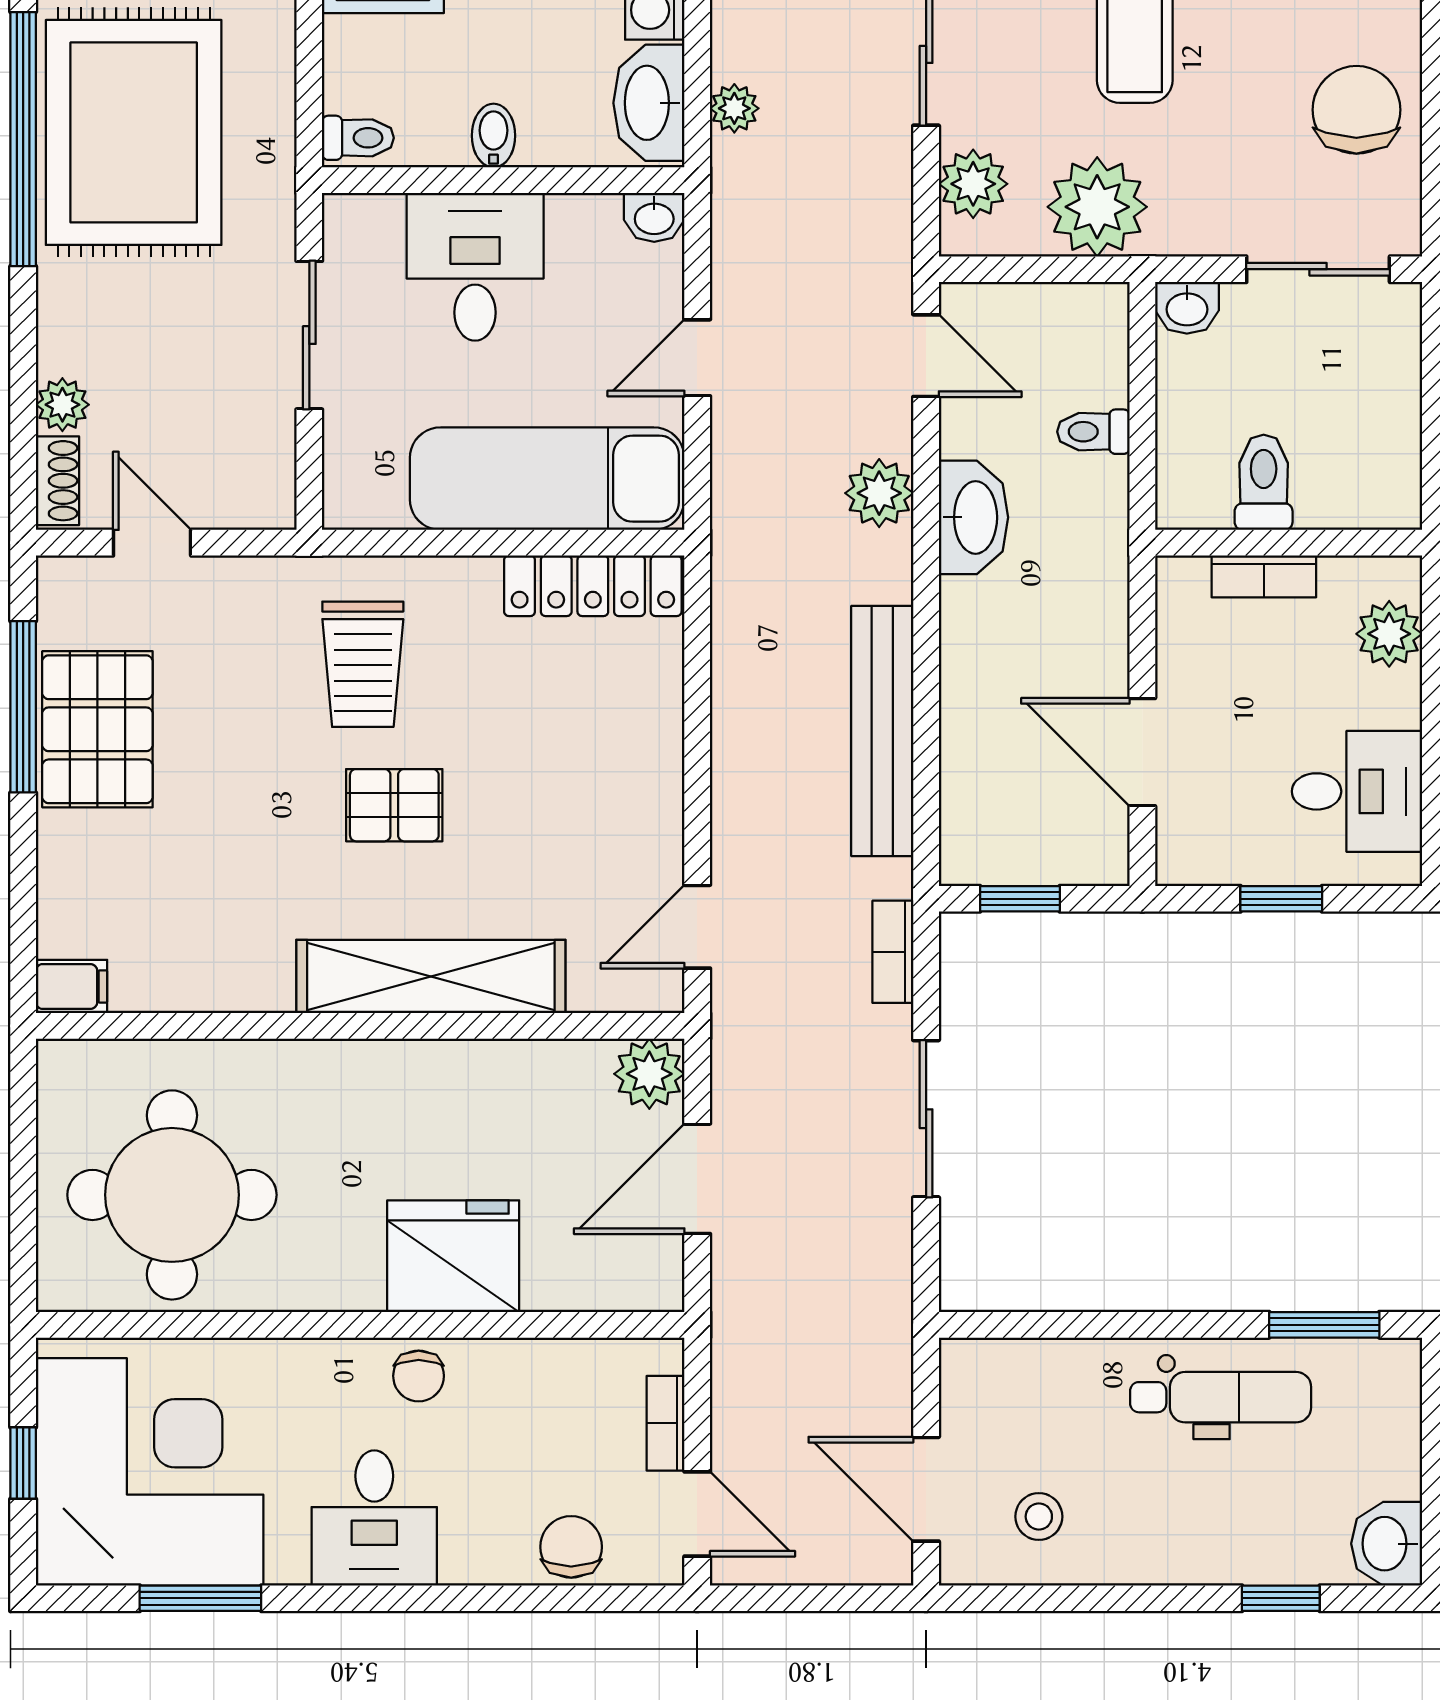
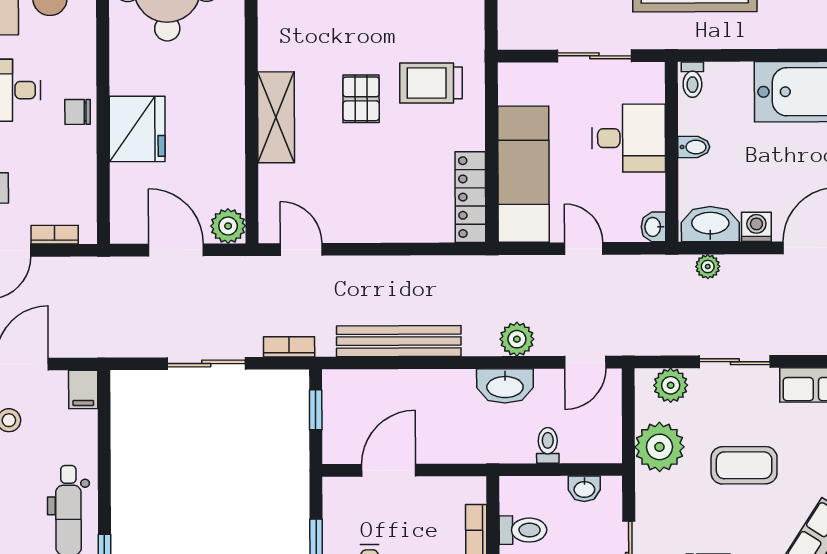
washbasin: (1187, 308) -> (584, 489), moved, turned -90
shelving: (431, 977) -> (276, 117), width x0.68
filing cabinet: (978, 1367) -> (83, 390), added

